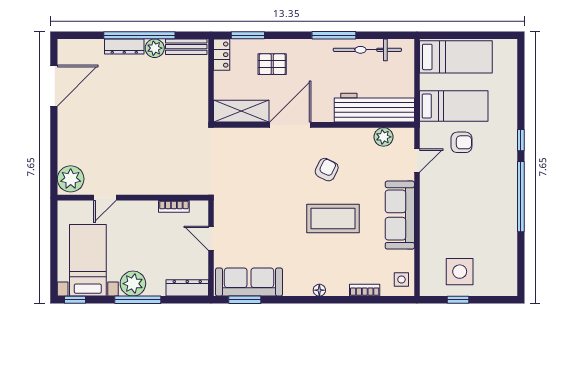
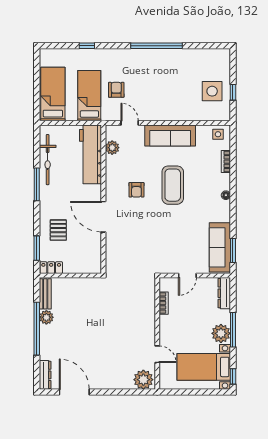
dresser: (124, 46) -> (45, 375), moved
shelving: (241, 111) -> (93, 253), removed
window: (521, 140) -> (87, 46), moved
armchair: (327, 170) -> (136, 190), turned -116

